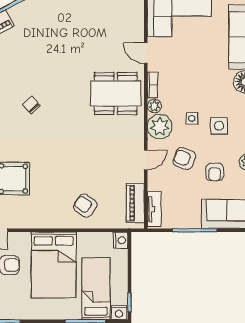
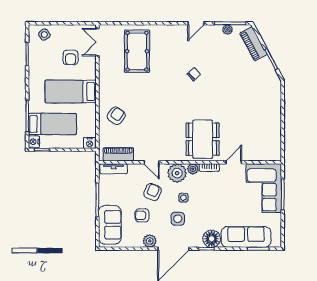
bed: (54, 265) -> (71, 91), width x0.67

